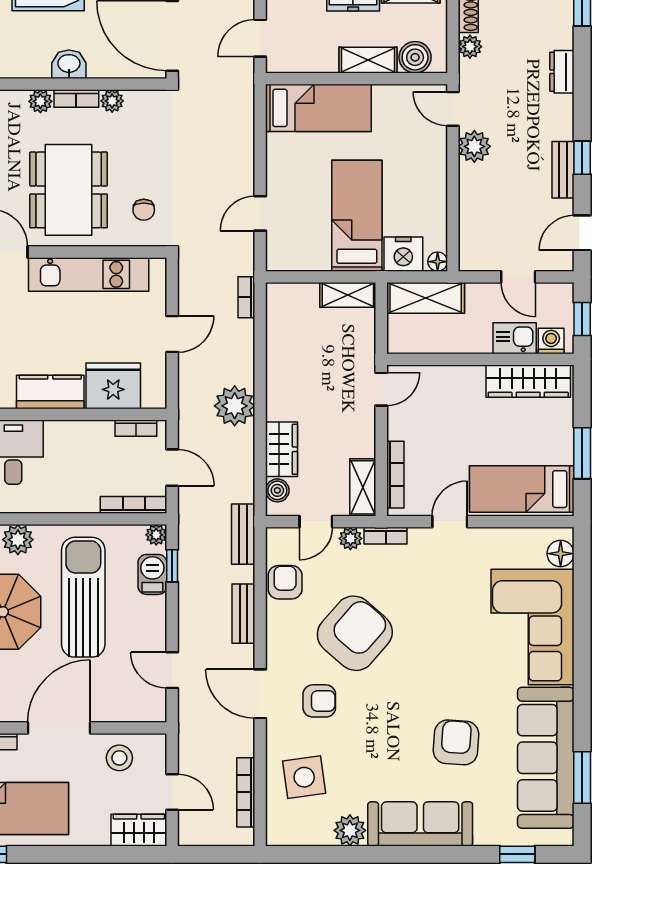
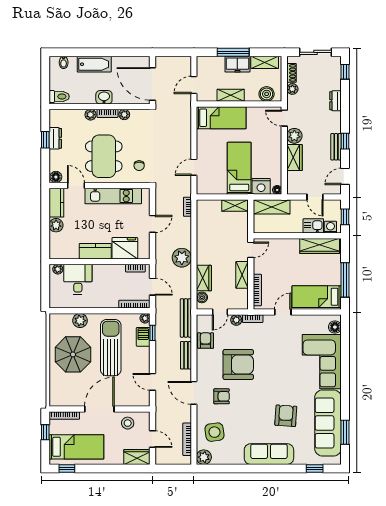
shelving: (368, 60) -> (231, 95), moved
wardrobe: (475, 193) -> (295, 158), added
window: (582, 453) -> (345, 280), width x1.44
shelving: (363, 487) -> (242, 275), moved
bench: (243, 534) -> (186, 318), width x1.36
armchair: (355, 633) -> (238, 365), turned 49
plant: (350, 830) -> (204, 457), moved

